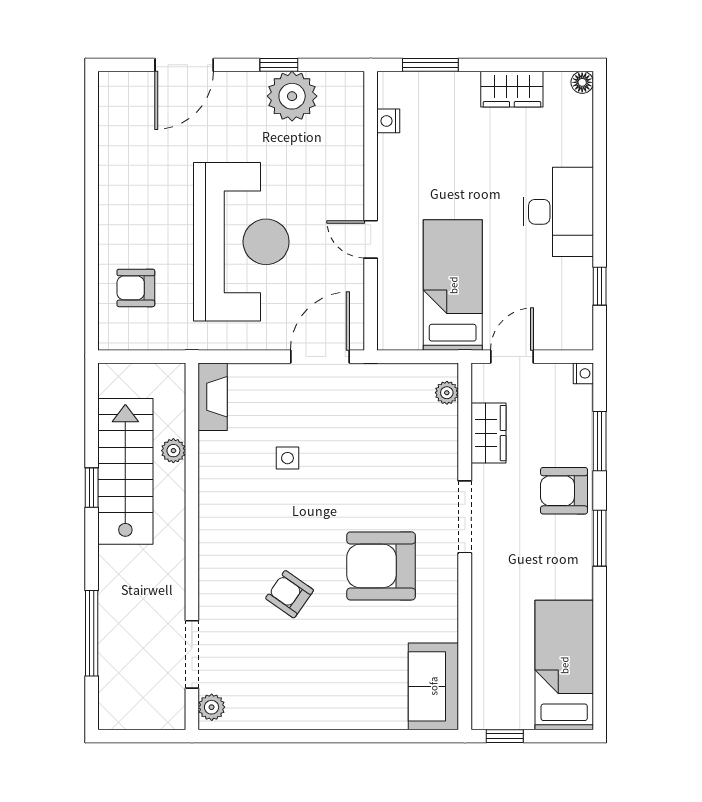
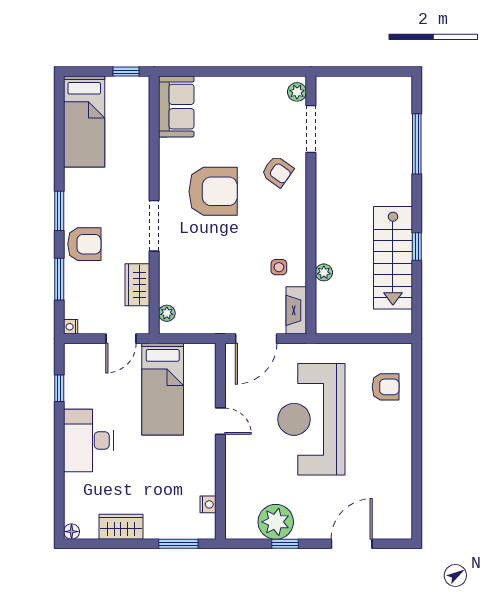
fireplace: (213, 397) -> (296, 310), moved
plant: (173, 451) -> (324, 272), moved
wall: (192, 546) -> (311, 205), moved
doorway: (192, 654) -> (311, 129), moved
plant: (212, 707) -> (297, 92), moved

